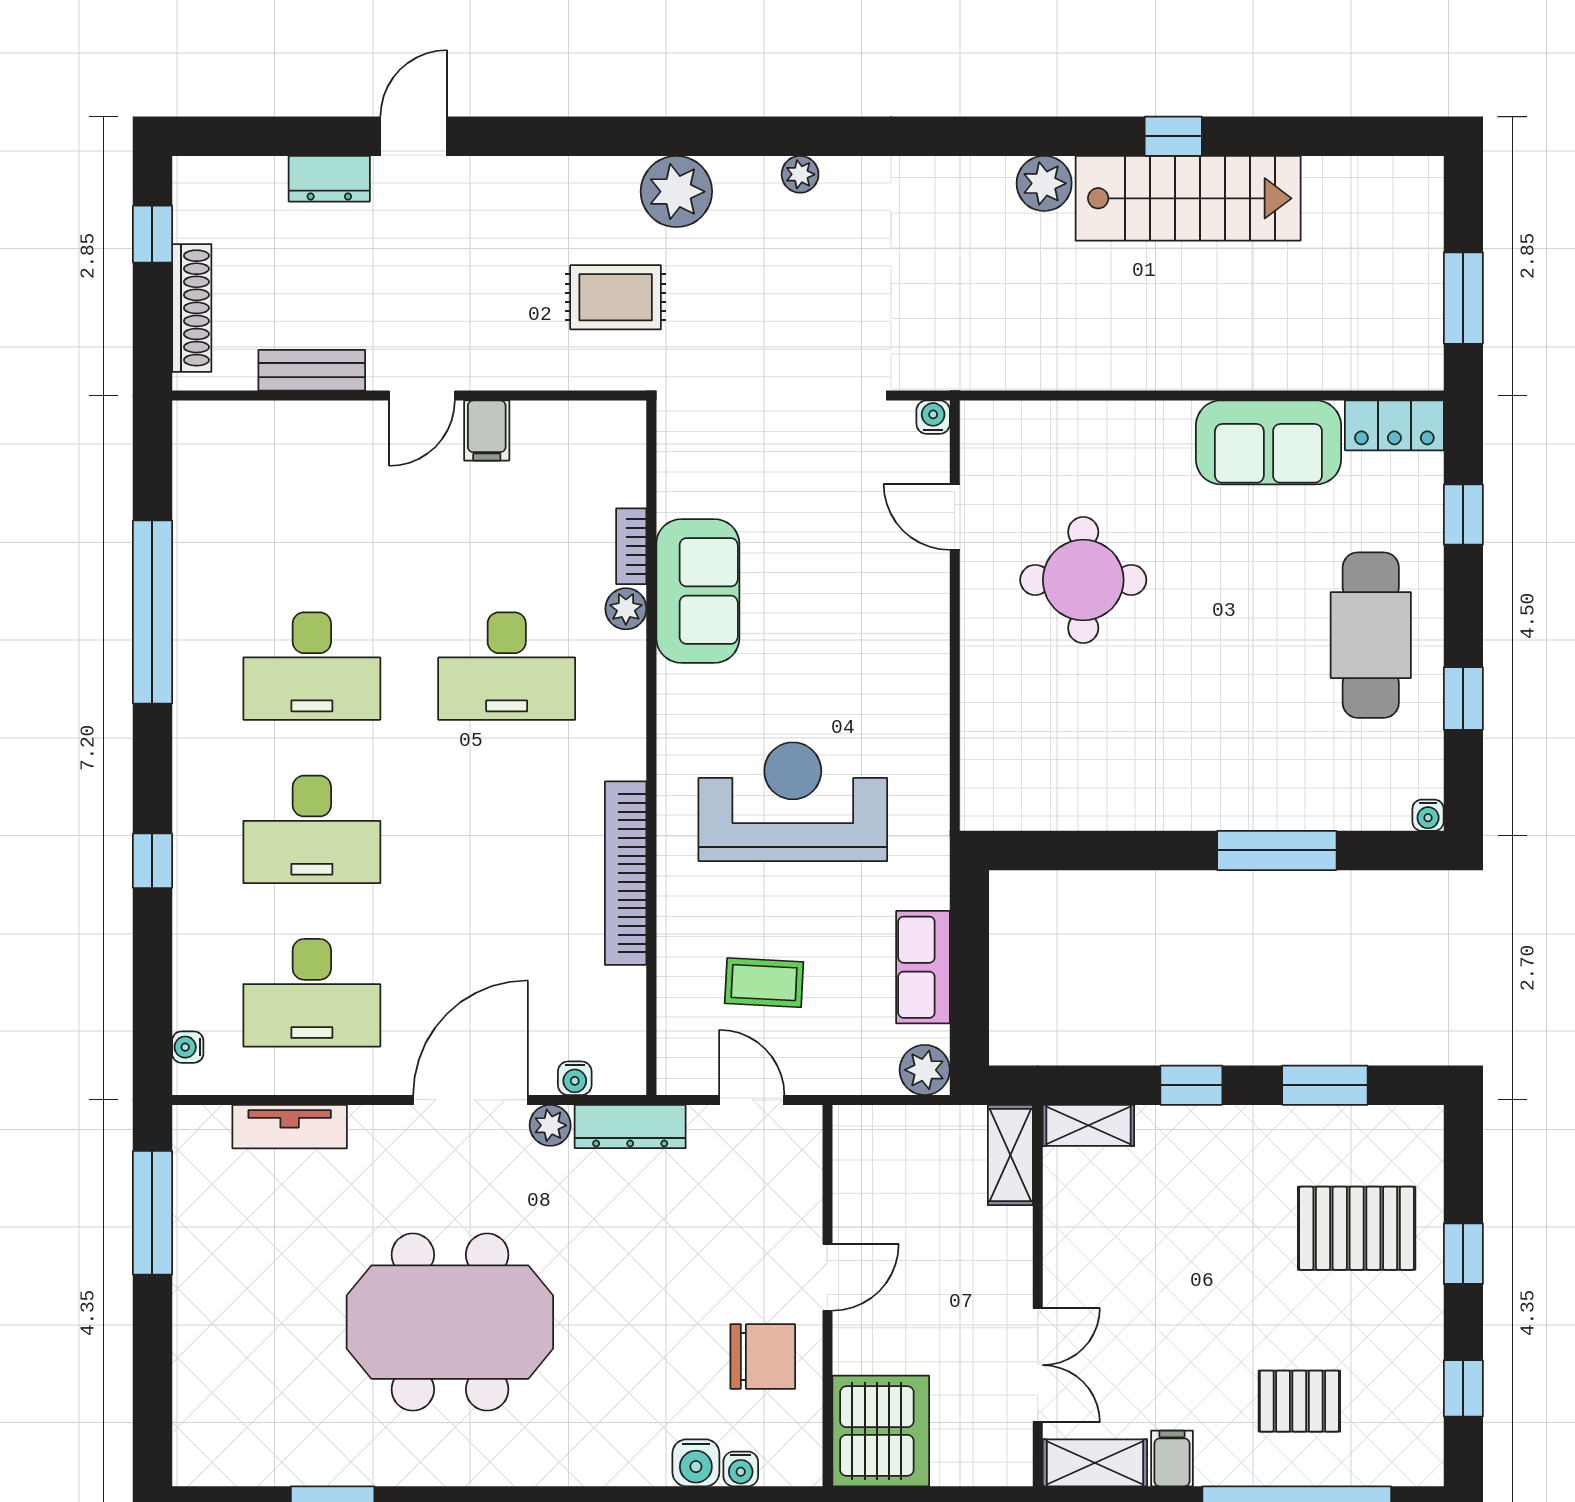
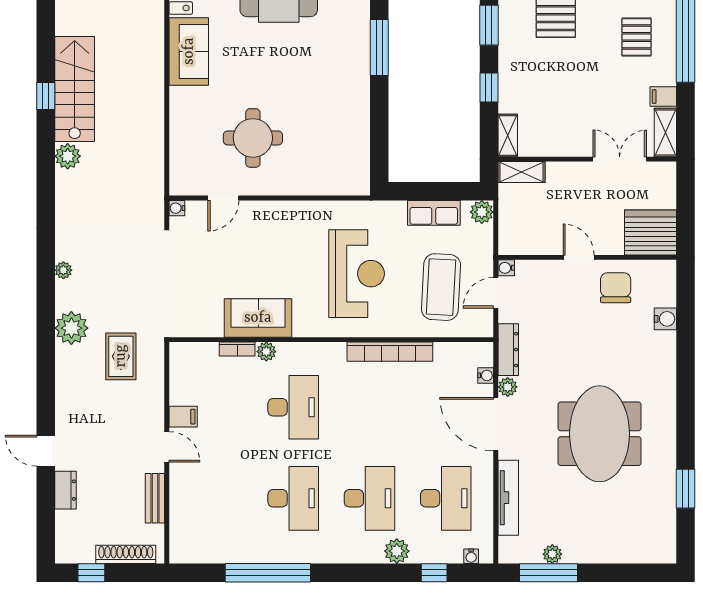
reception desk: (793, 802) -> (357, 274), turned 180
window: (152, 861) -> (434, 573), moved
plant: (199, 888) -> (397, 551), added
coffee table: (764, 983) -> (441, 287), width x1.86, depth x1.72
tv unit: (290, 1127) -> (508, 498), width x1.41
plant: (192, 1221) -> (552, 554), added
water cooler: (741, 1469) -> (506, 268), moved, turned 180

